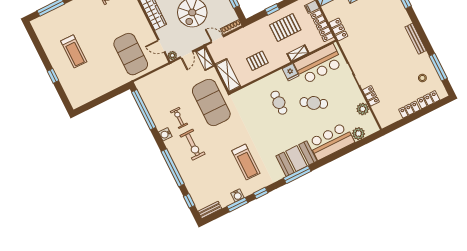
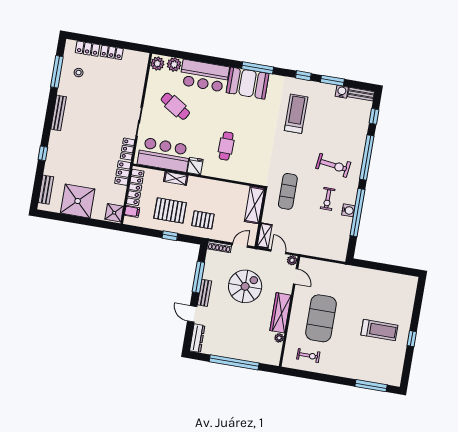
door: (217, 39) -> (240, 245), swing flipped
treadmill: (74, 51) -> (379, 330), turned 90
exercise mat: (131, 54) -> (321, 318), moved
door: (187, 55) -> (278, 252), hinge flipped
pallet: (257, 61) -> (203, 220), moved
window: (53, 76) -> (412, 339), moved
locker: (371, 96) -> (128, 149), moved
exercise mat: (211, 102) -> (288, 191), width x0.50, depth x0.69
cafe table: (314, 103) -> (175, 106), moved
plant: (363, 109) -> (157, 64), moved
window: (144, 110) -> (357, 212), moved
water cooler: (165, 134) -> (348, 210), moved
exercise bike: (193, 145) -> (333, 165), turned 97
water cooler: (237, 195) -> (342, 92), moved

